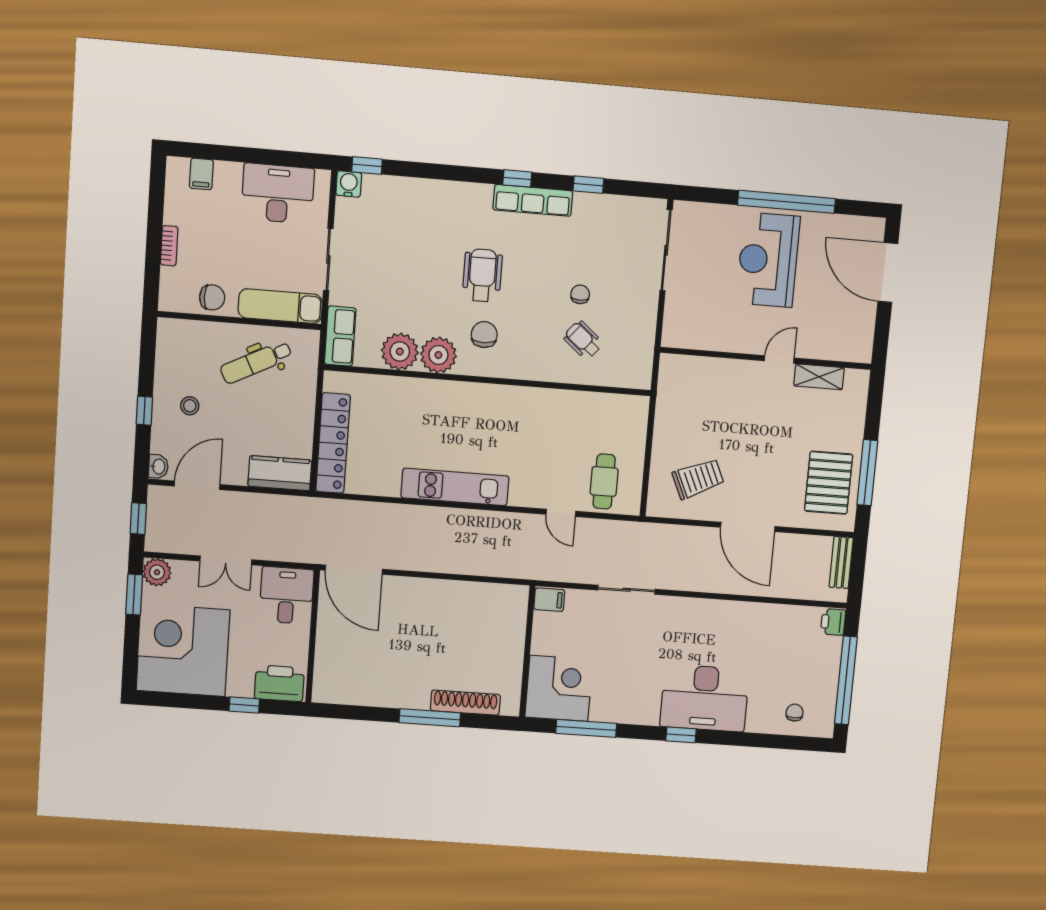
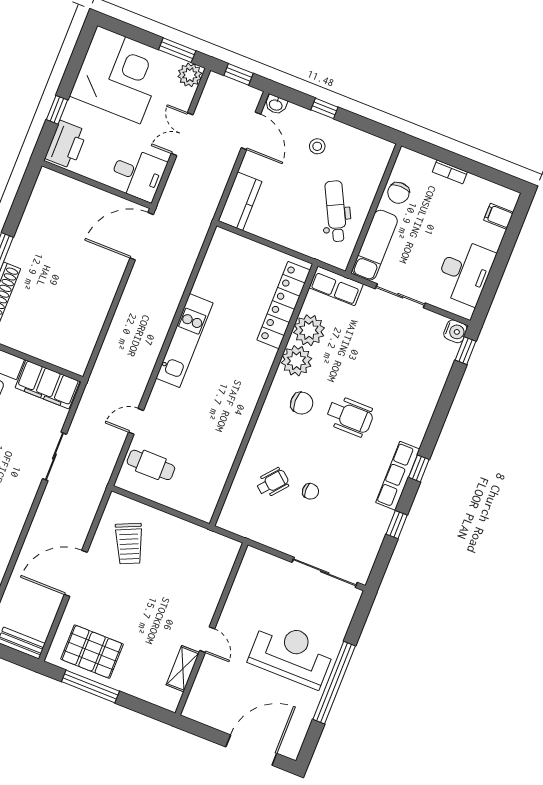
locker: (333, 443) -> (284, 305), moved, turned 90
filing cabinet: (549, 600) -> (47, 385), width x3.00, depth x1.17

